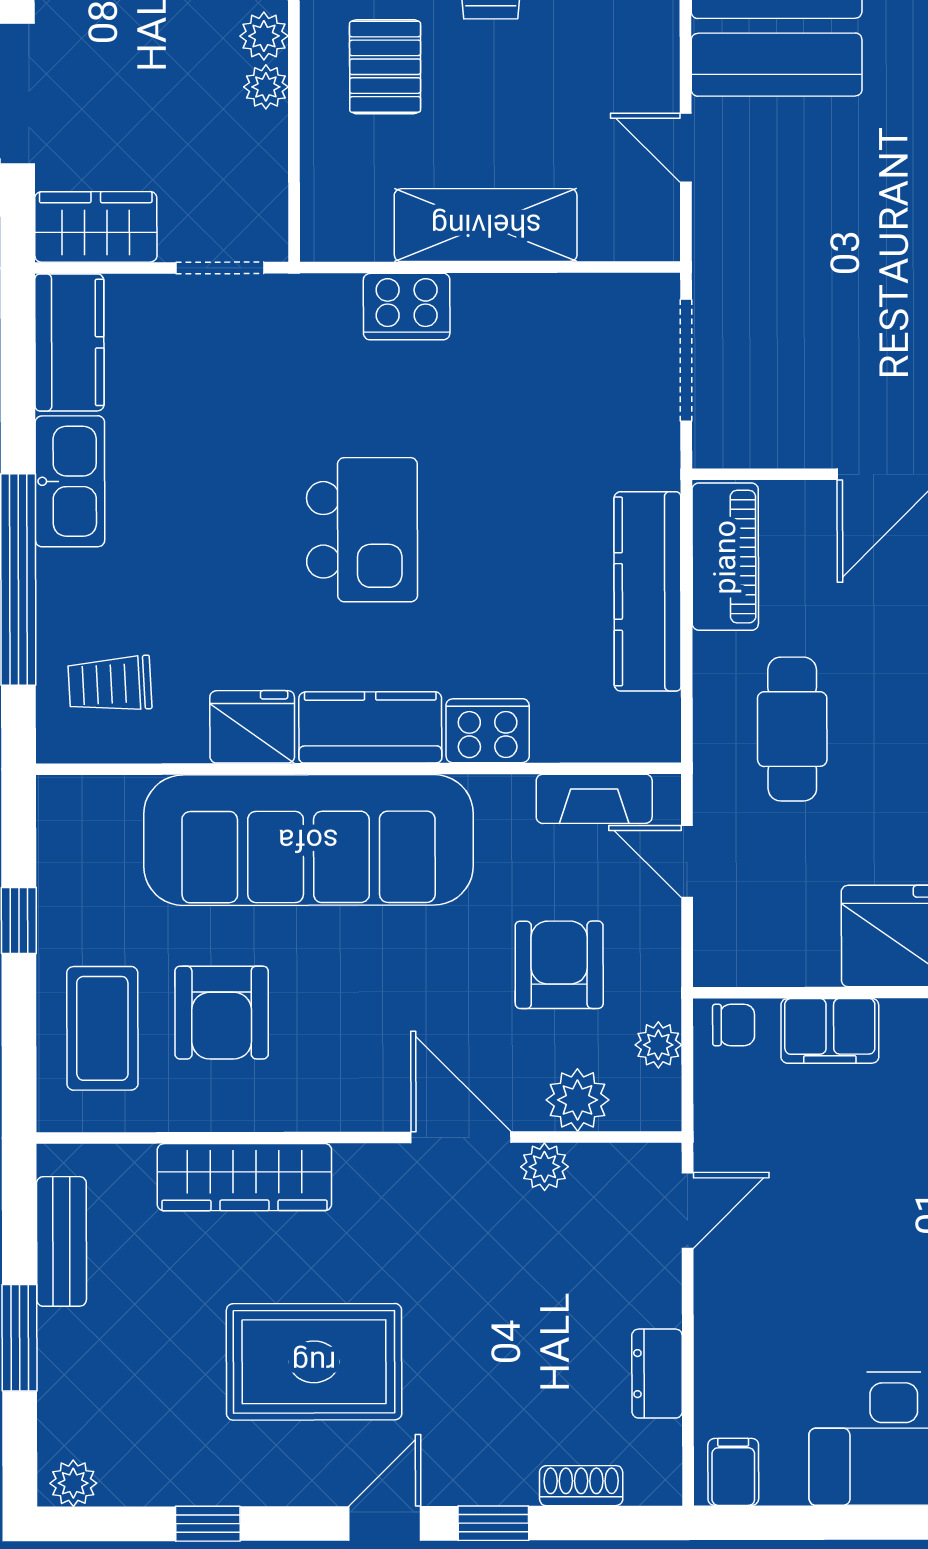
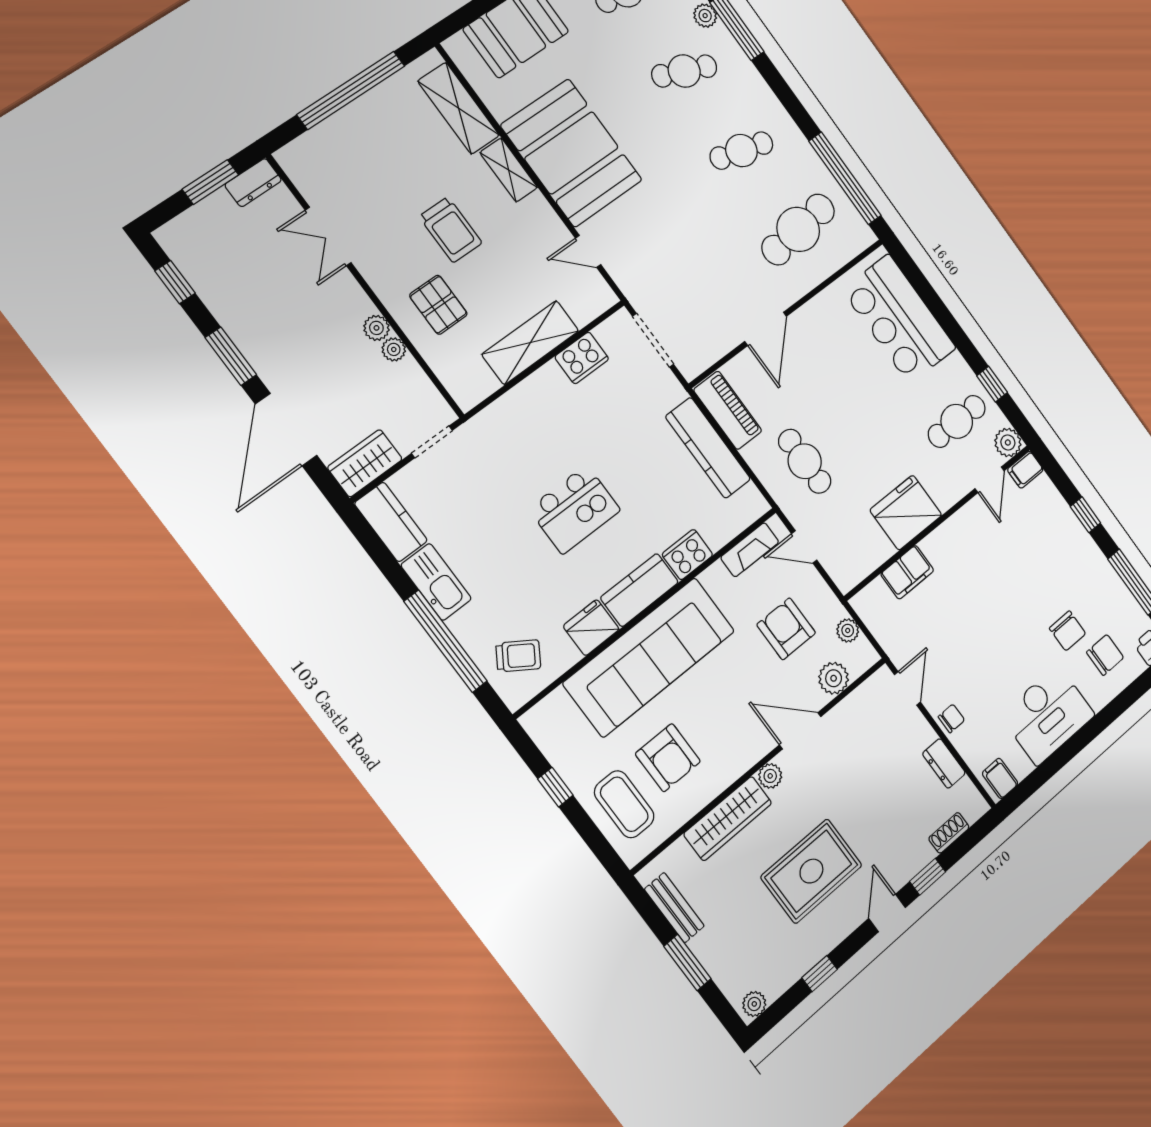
cooker: (407, 307) -> (582, 358), moved
kitchen island: (362, 530) -> (575, 509), turned 90
trolley: (110, 684) -> (518, 656), turned -144
chair: (734, 1025) -> (951, 718), moved
plant: (545, 1167) -> (770, 776), moved

